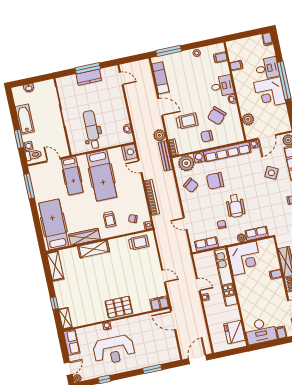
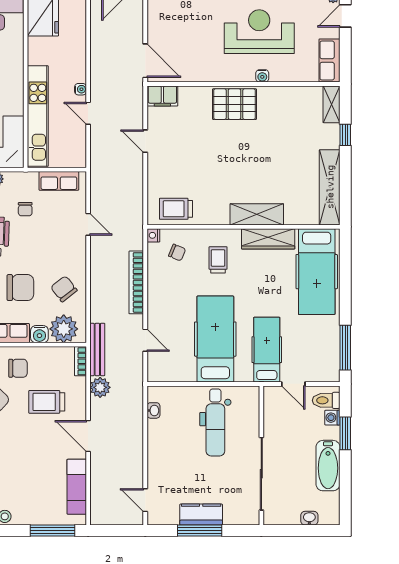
nightstand: (129, 152) -> (159, 369), removed
shelving: (55, 266) -> (330, 187), width x1.47

